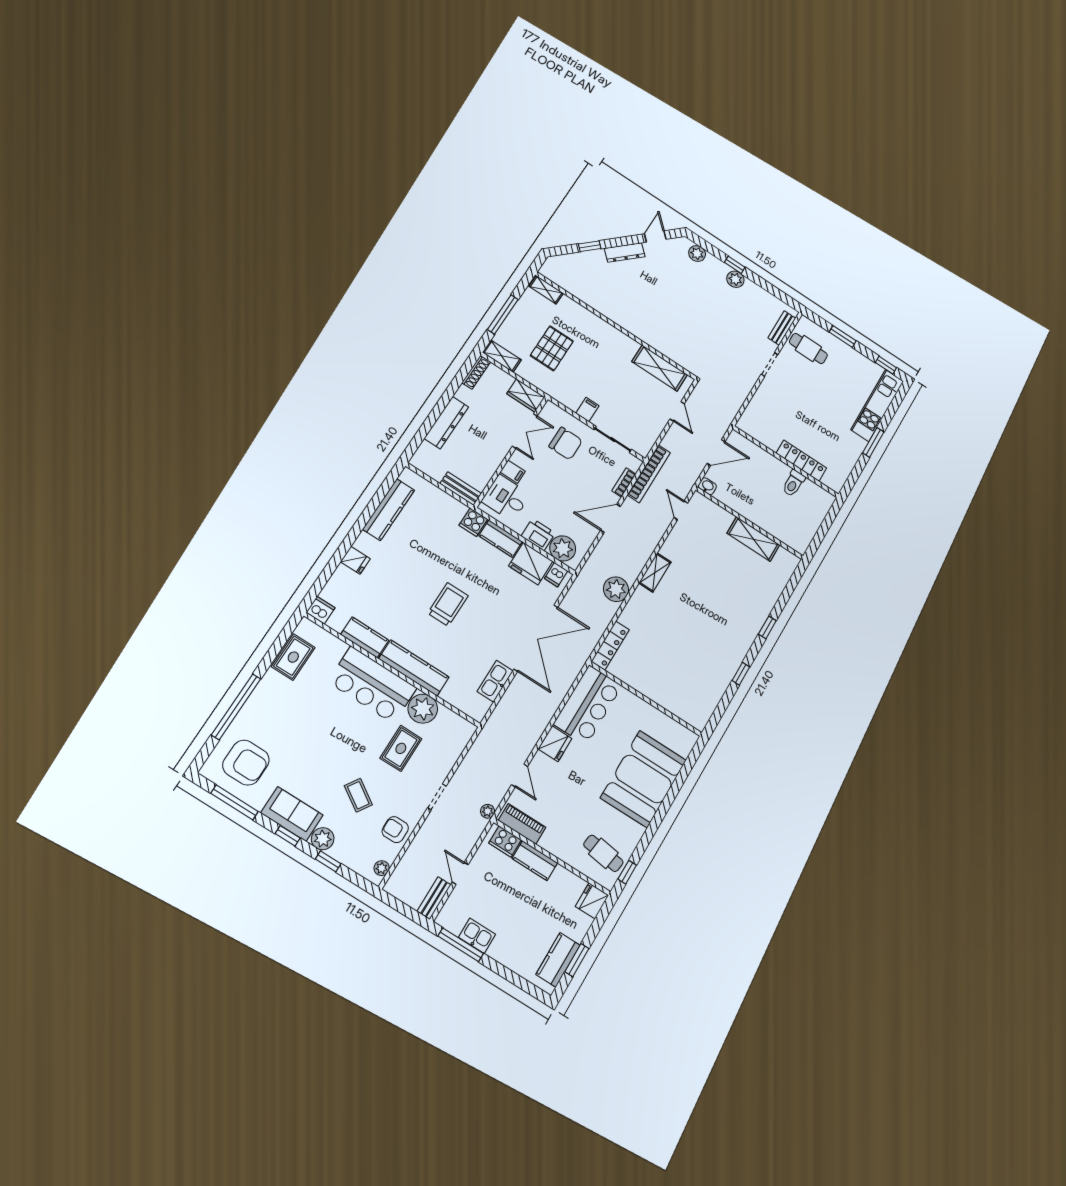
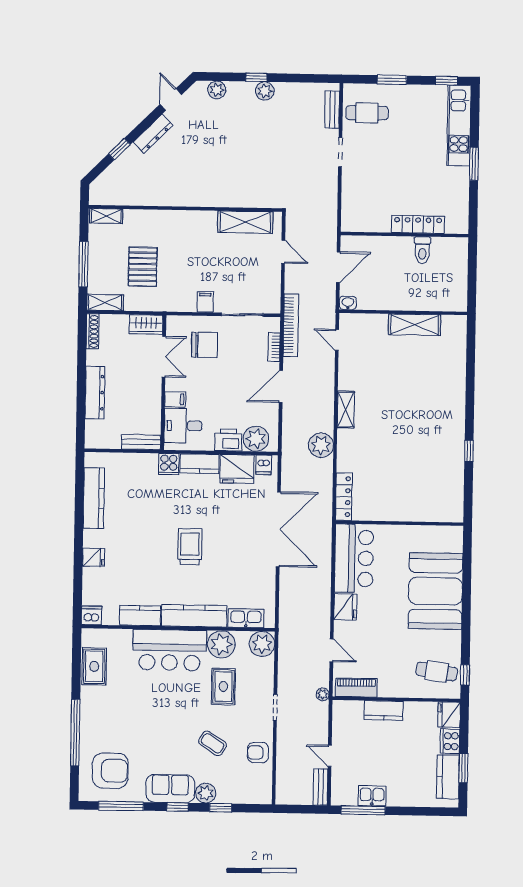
window: (767, 627) -> (470, 396), removed
kitchen sink: (495, 681) -> (246, 618), moved, turned 90
cooker: (505, 841) -> (450, 741), moved, turned 90
plant: (382, 868) -> (262, 644), moved, width x1.88, depth x1.88

